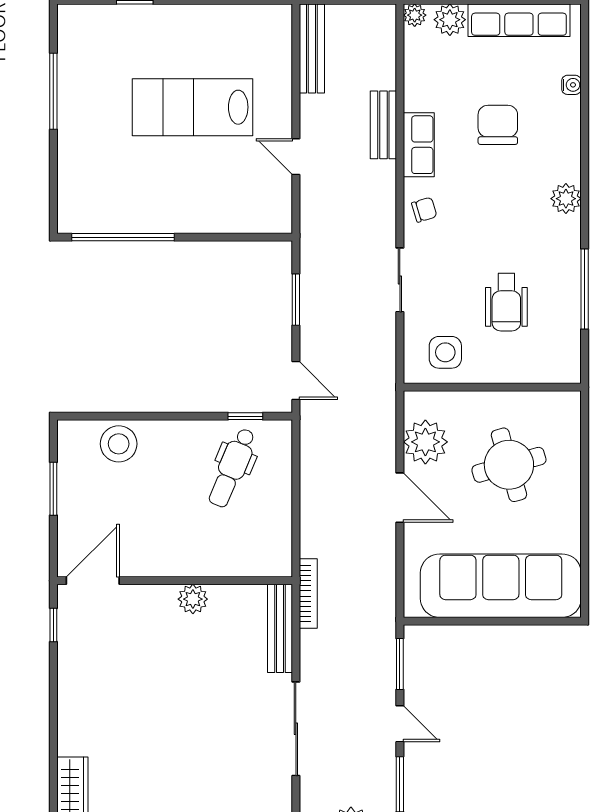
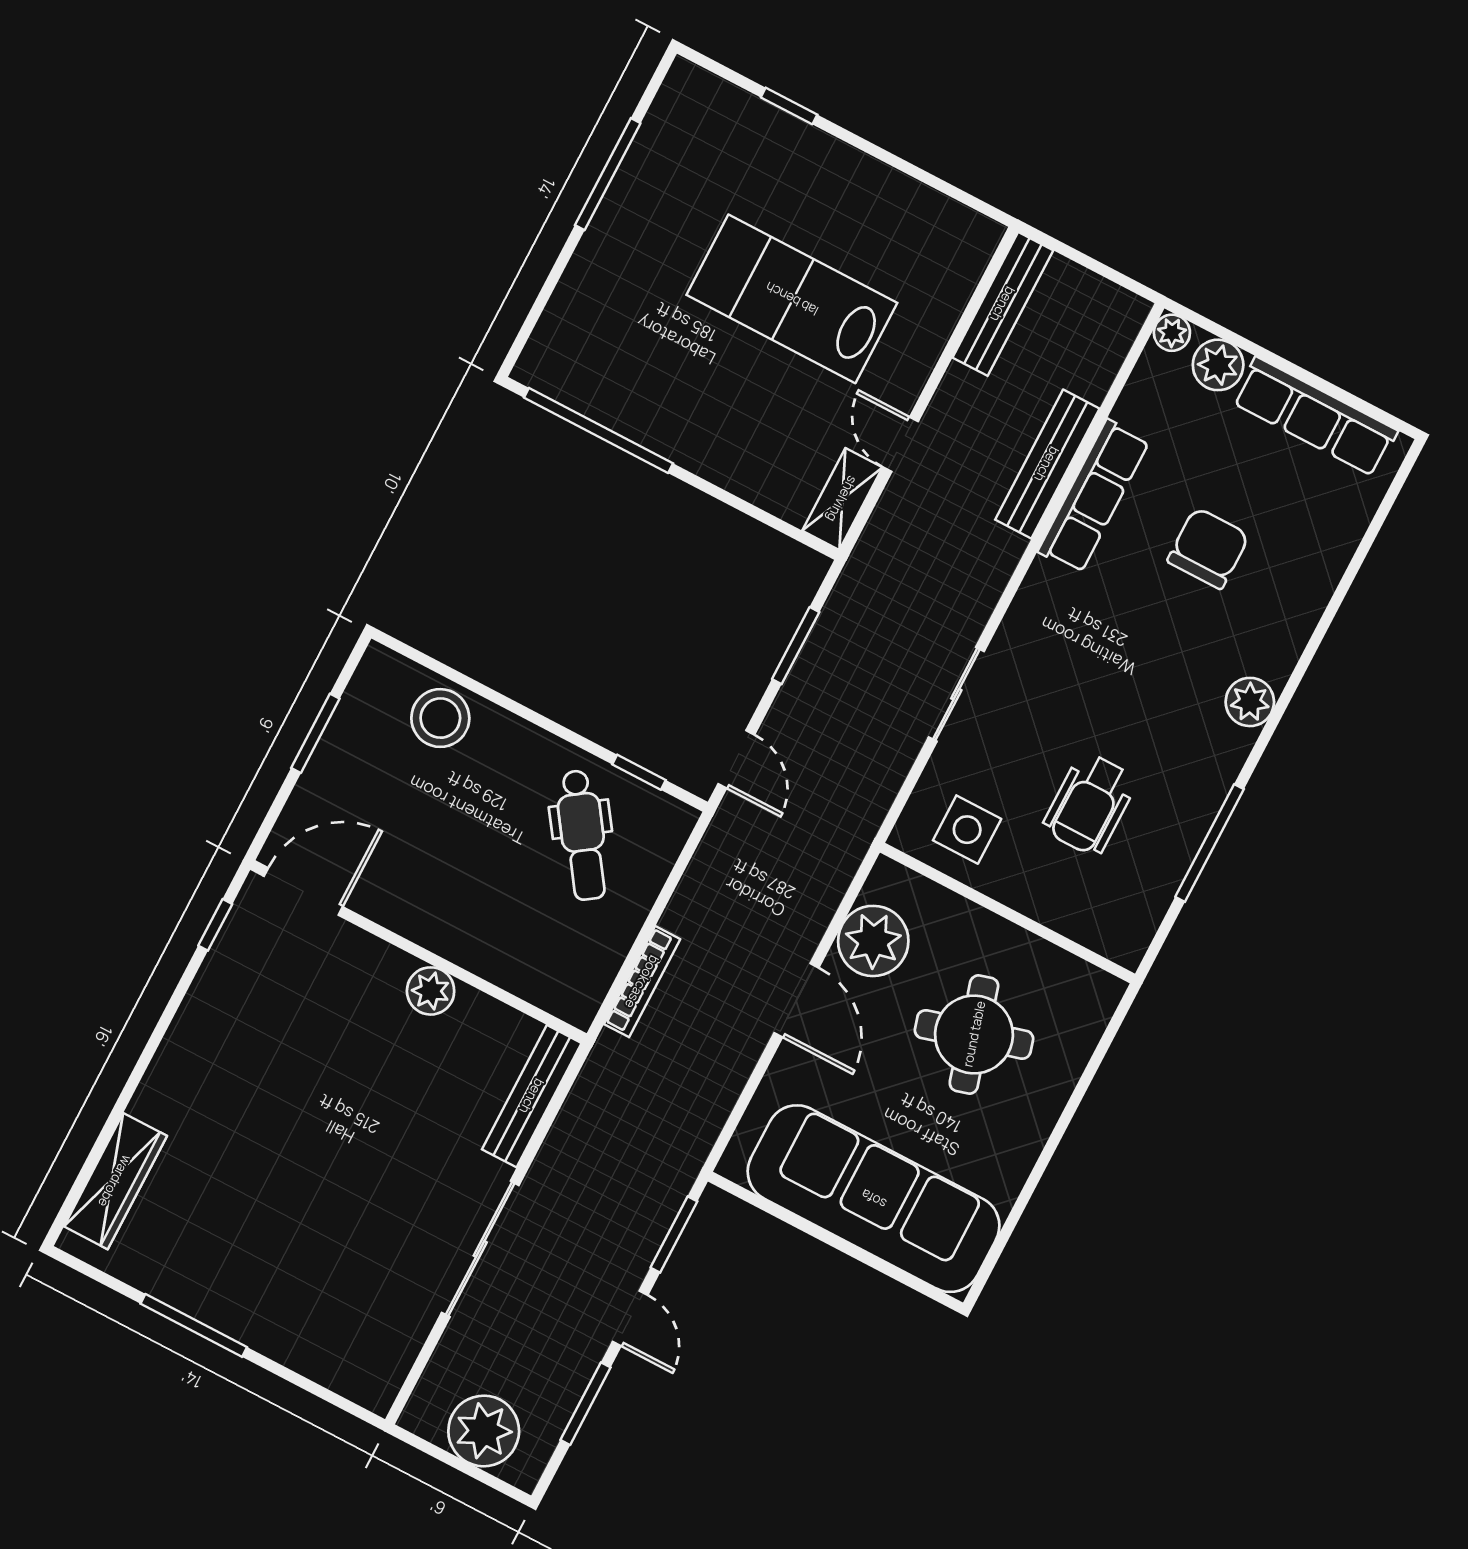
water cooler: (571, 85) -> (1341, 546), removed
bench: (383, 125) -> (1047, 464), width x1.36
row of seats: (419, 145) -> (1094, 496), width x1.48
shelving: (279, 204) -> (842, 499), added
chair: (424, 210) -> (1042, 613), removed
dental chair: (232, 468) -> (582, 835), turned -58
bookcase: (308, 593) -> (642, 982), moved

